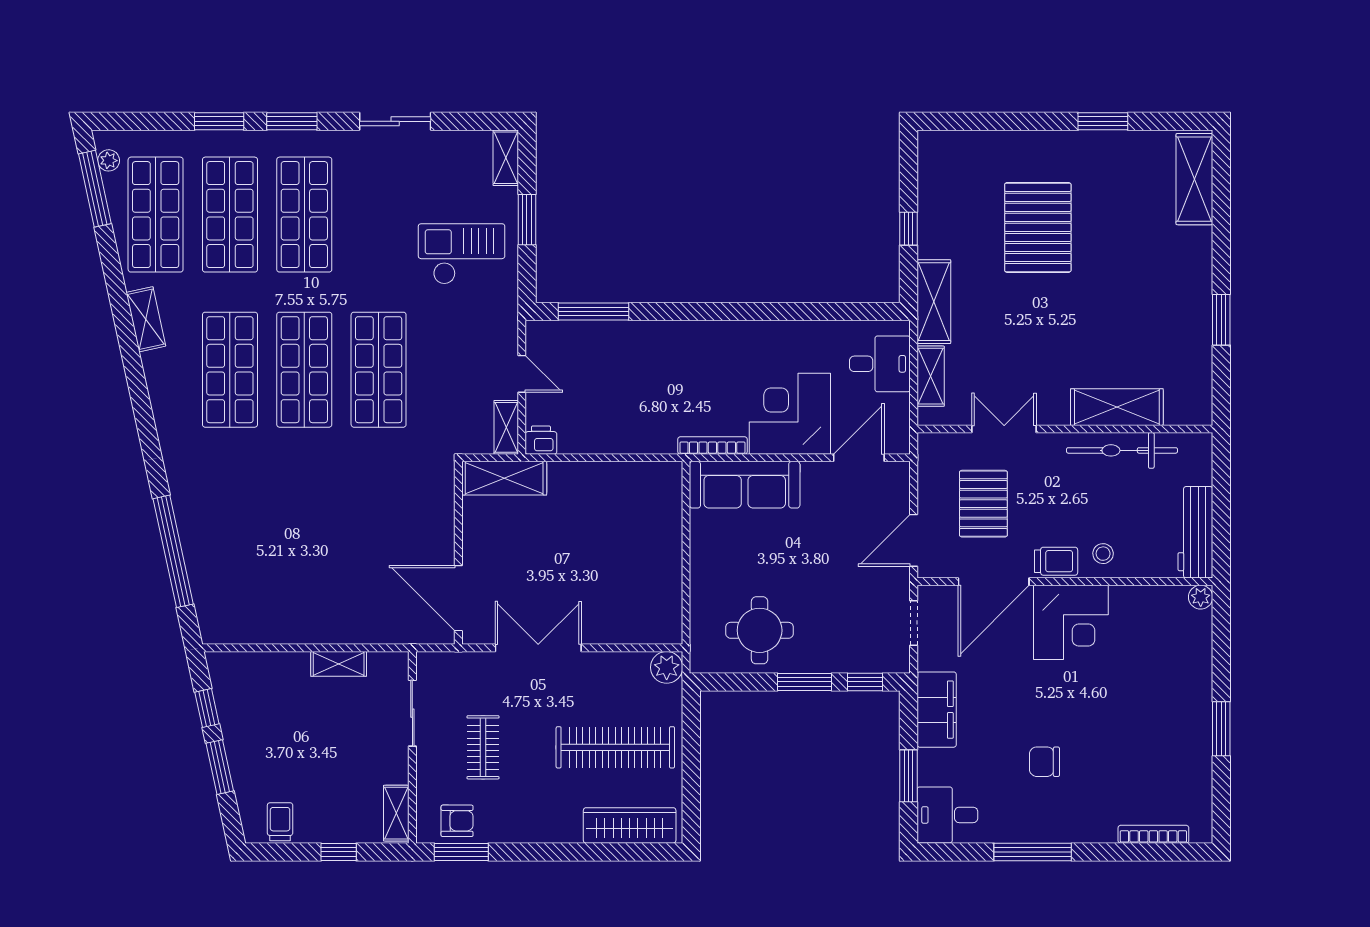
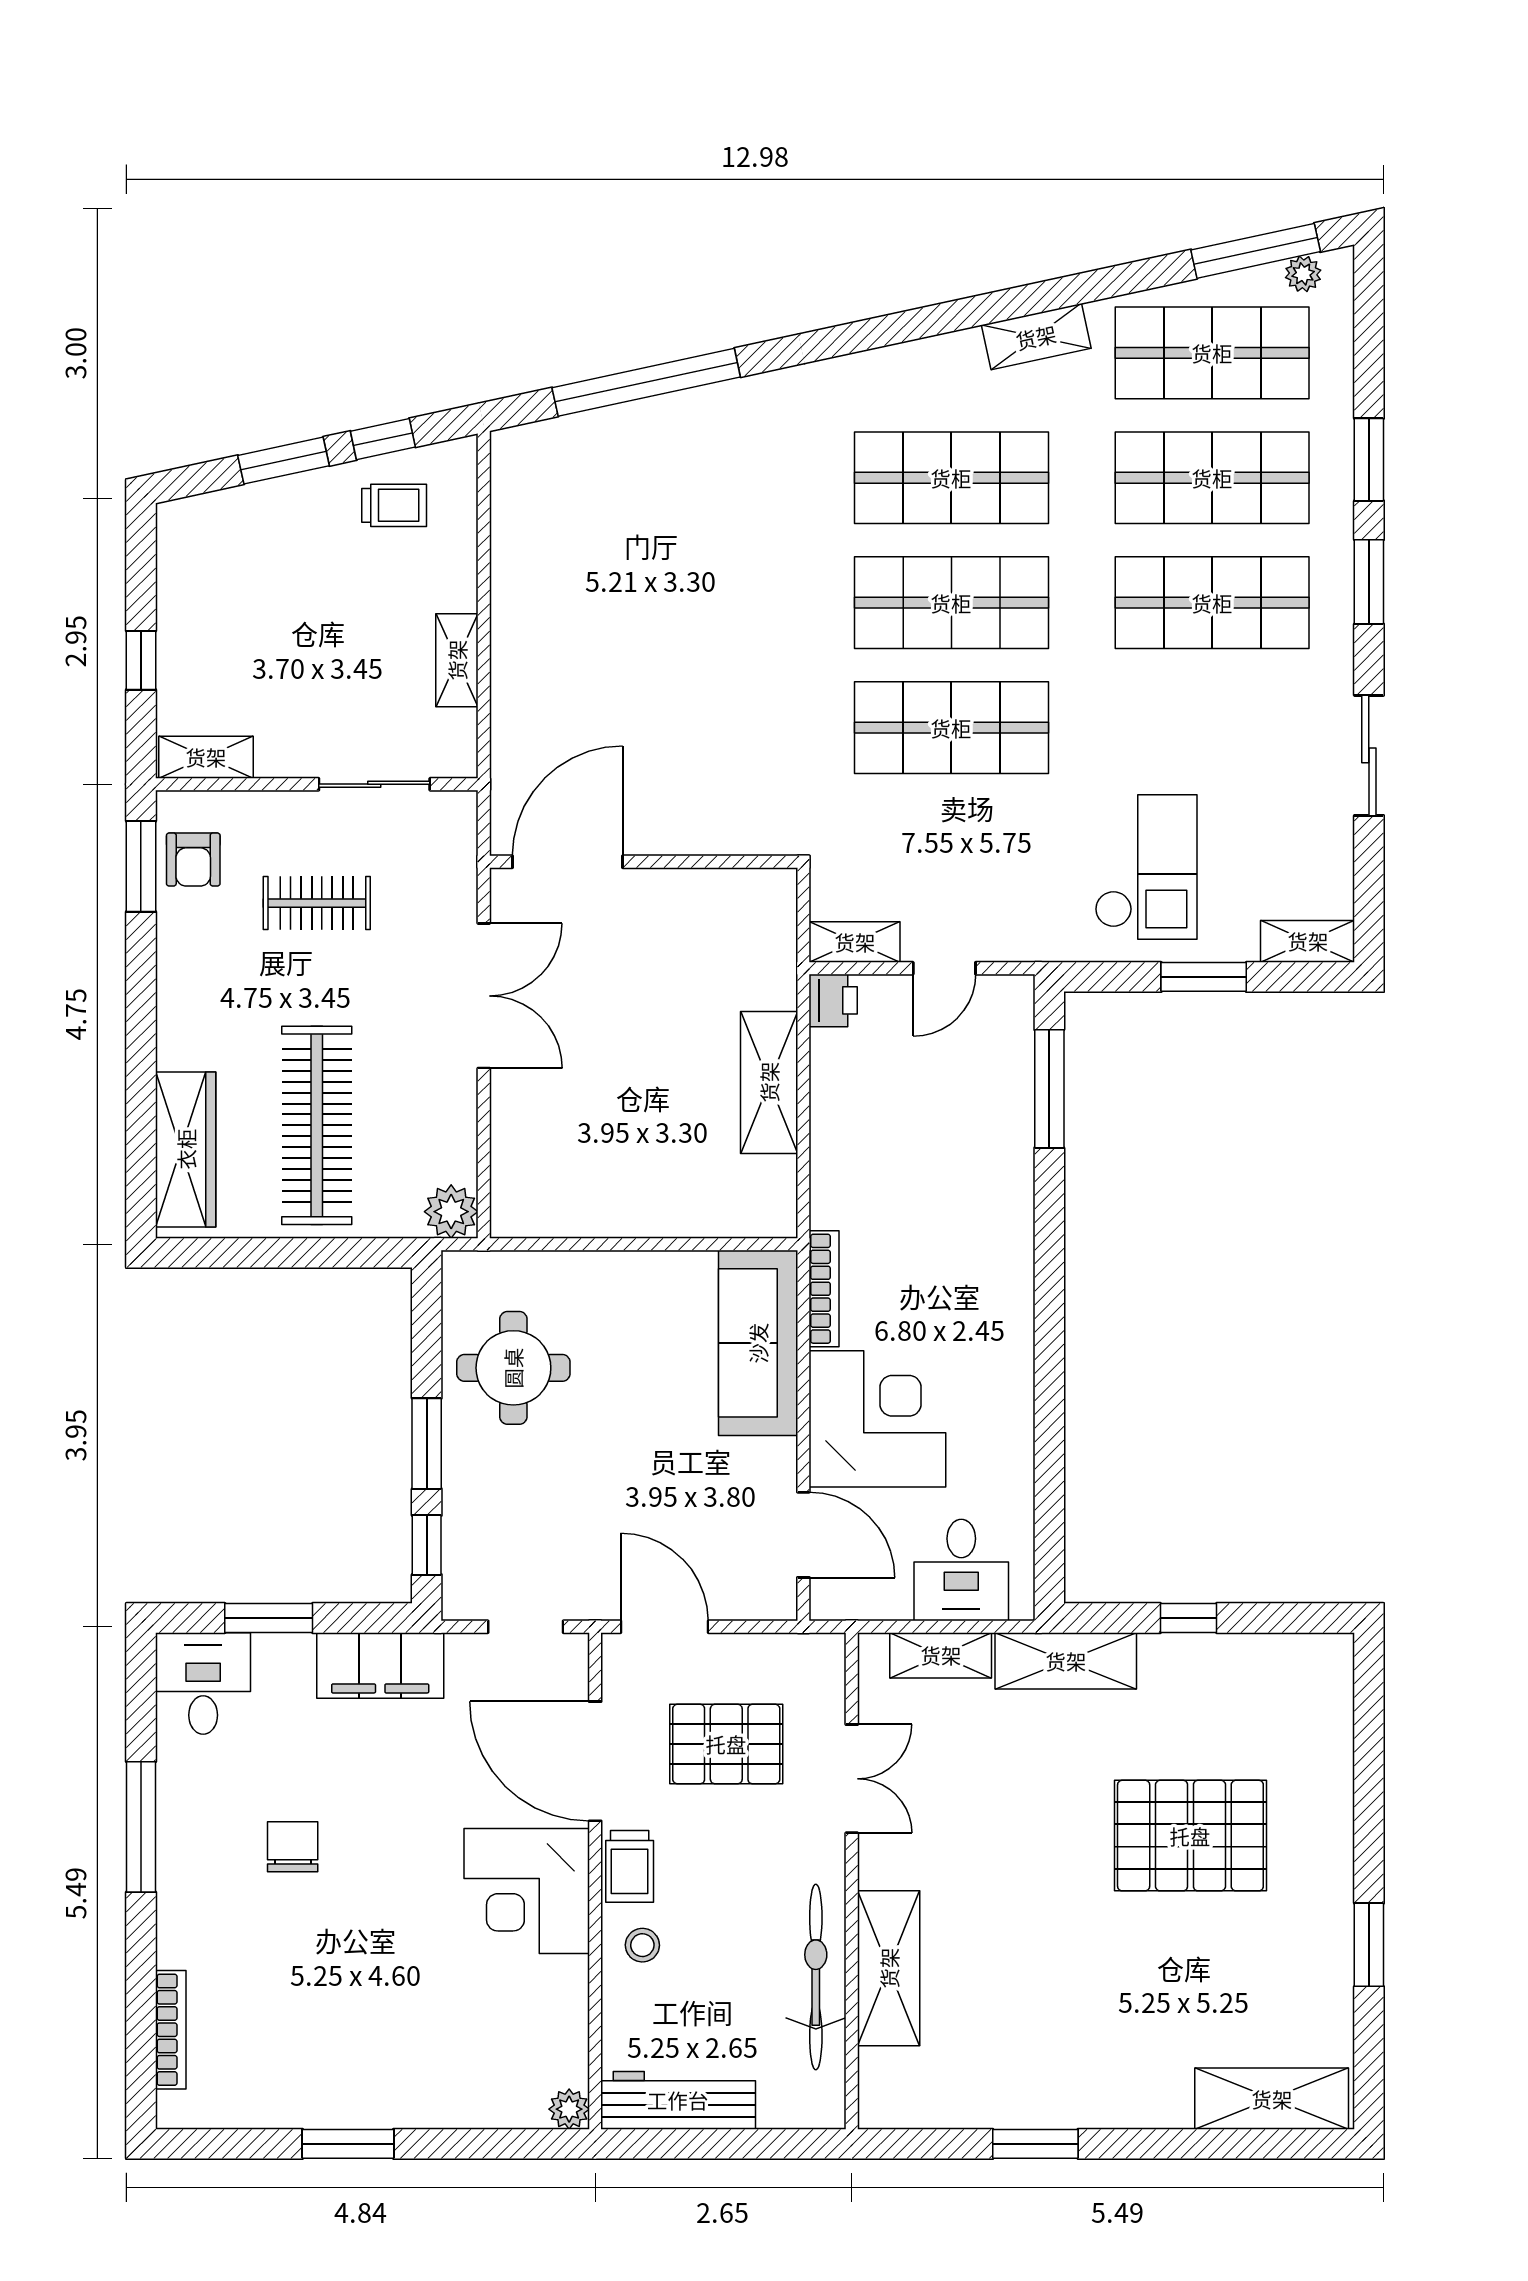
shelving: (504, 478) -> (769, 1082), moved
trolley: (280, 822) -> (394, 505), moved

